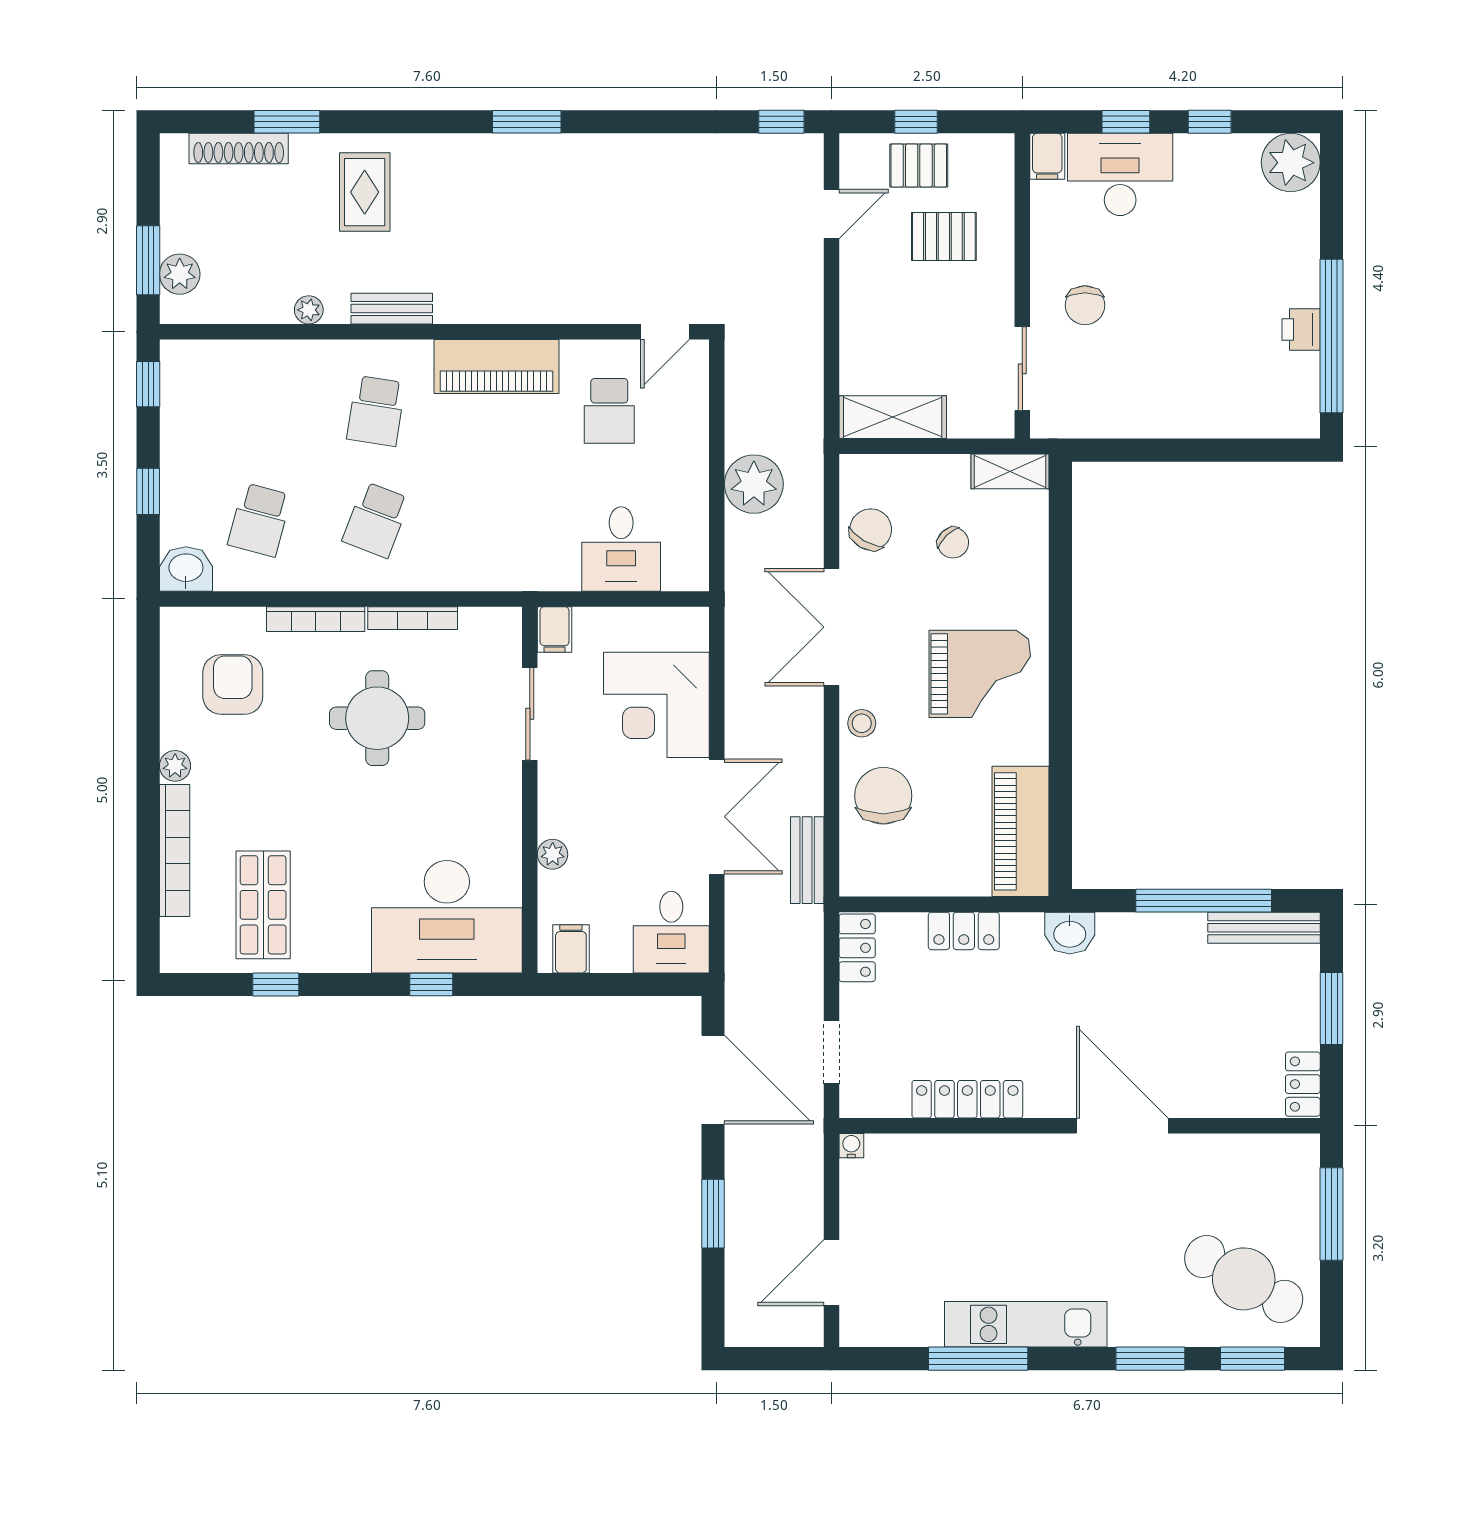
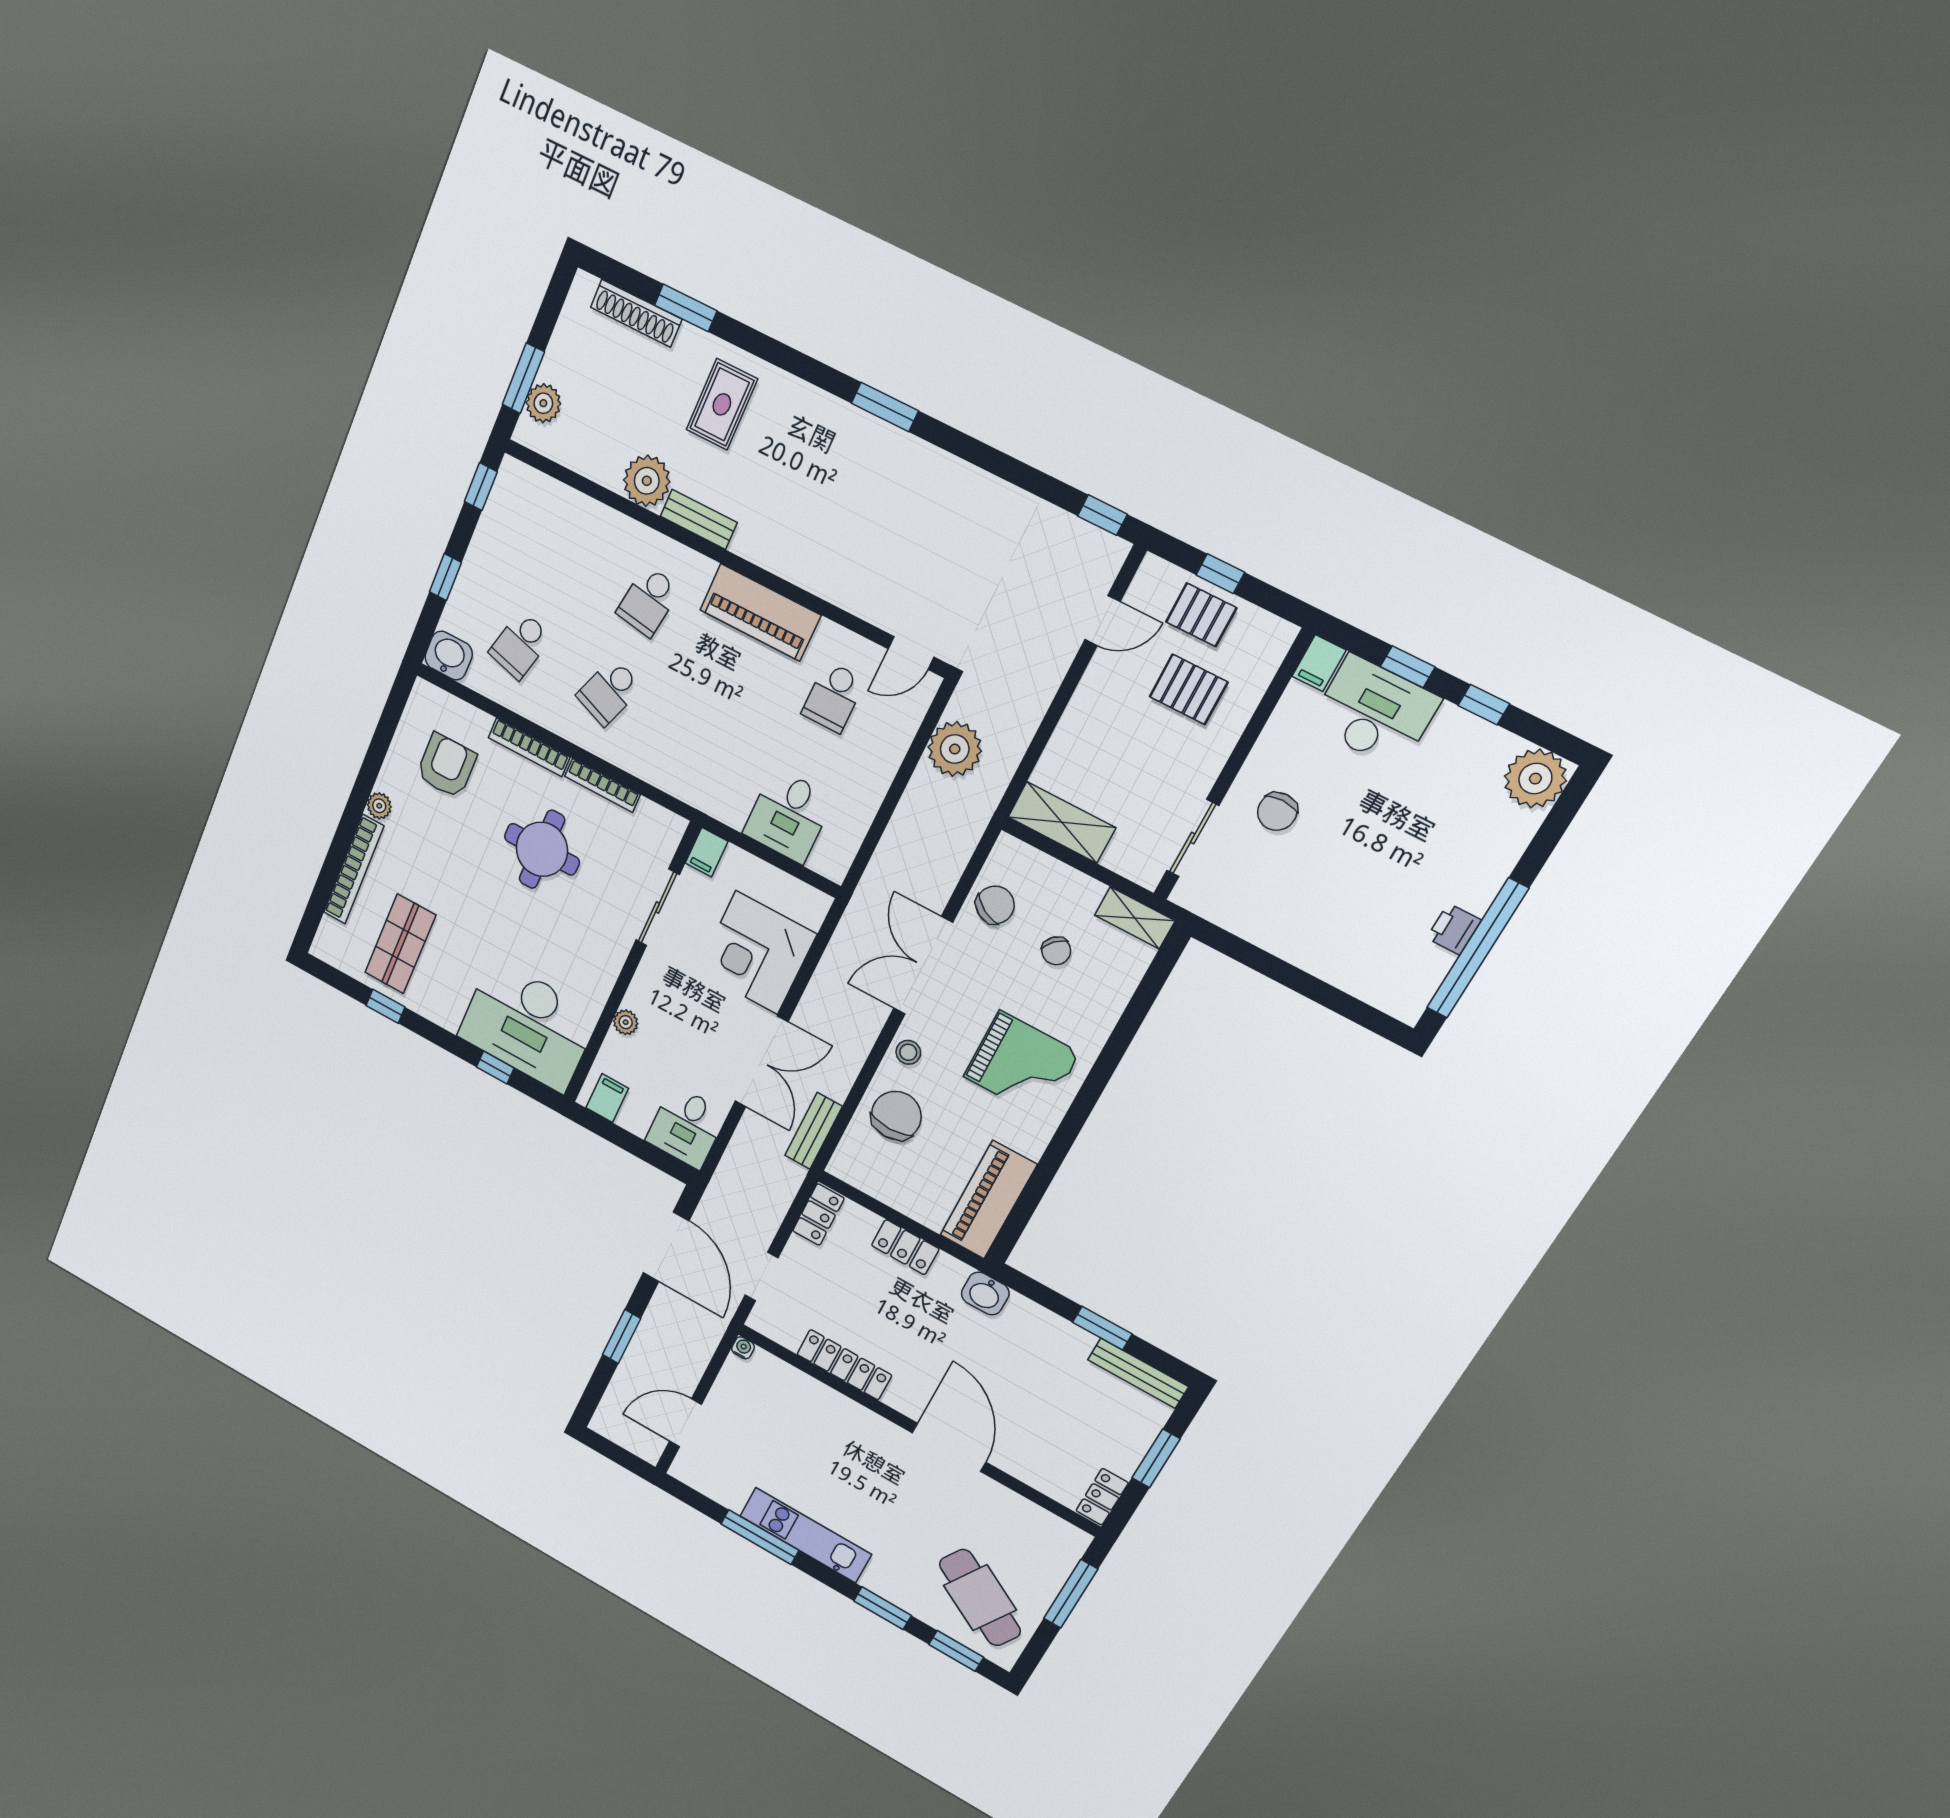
plant: (309, 310) -> (647, 481), width x1.88, depth x1.88
plant: (754, 484) -> (955, 749), moved
window: (1204, 901) -> (1102, 1328), width x0.47

